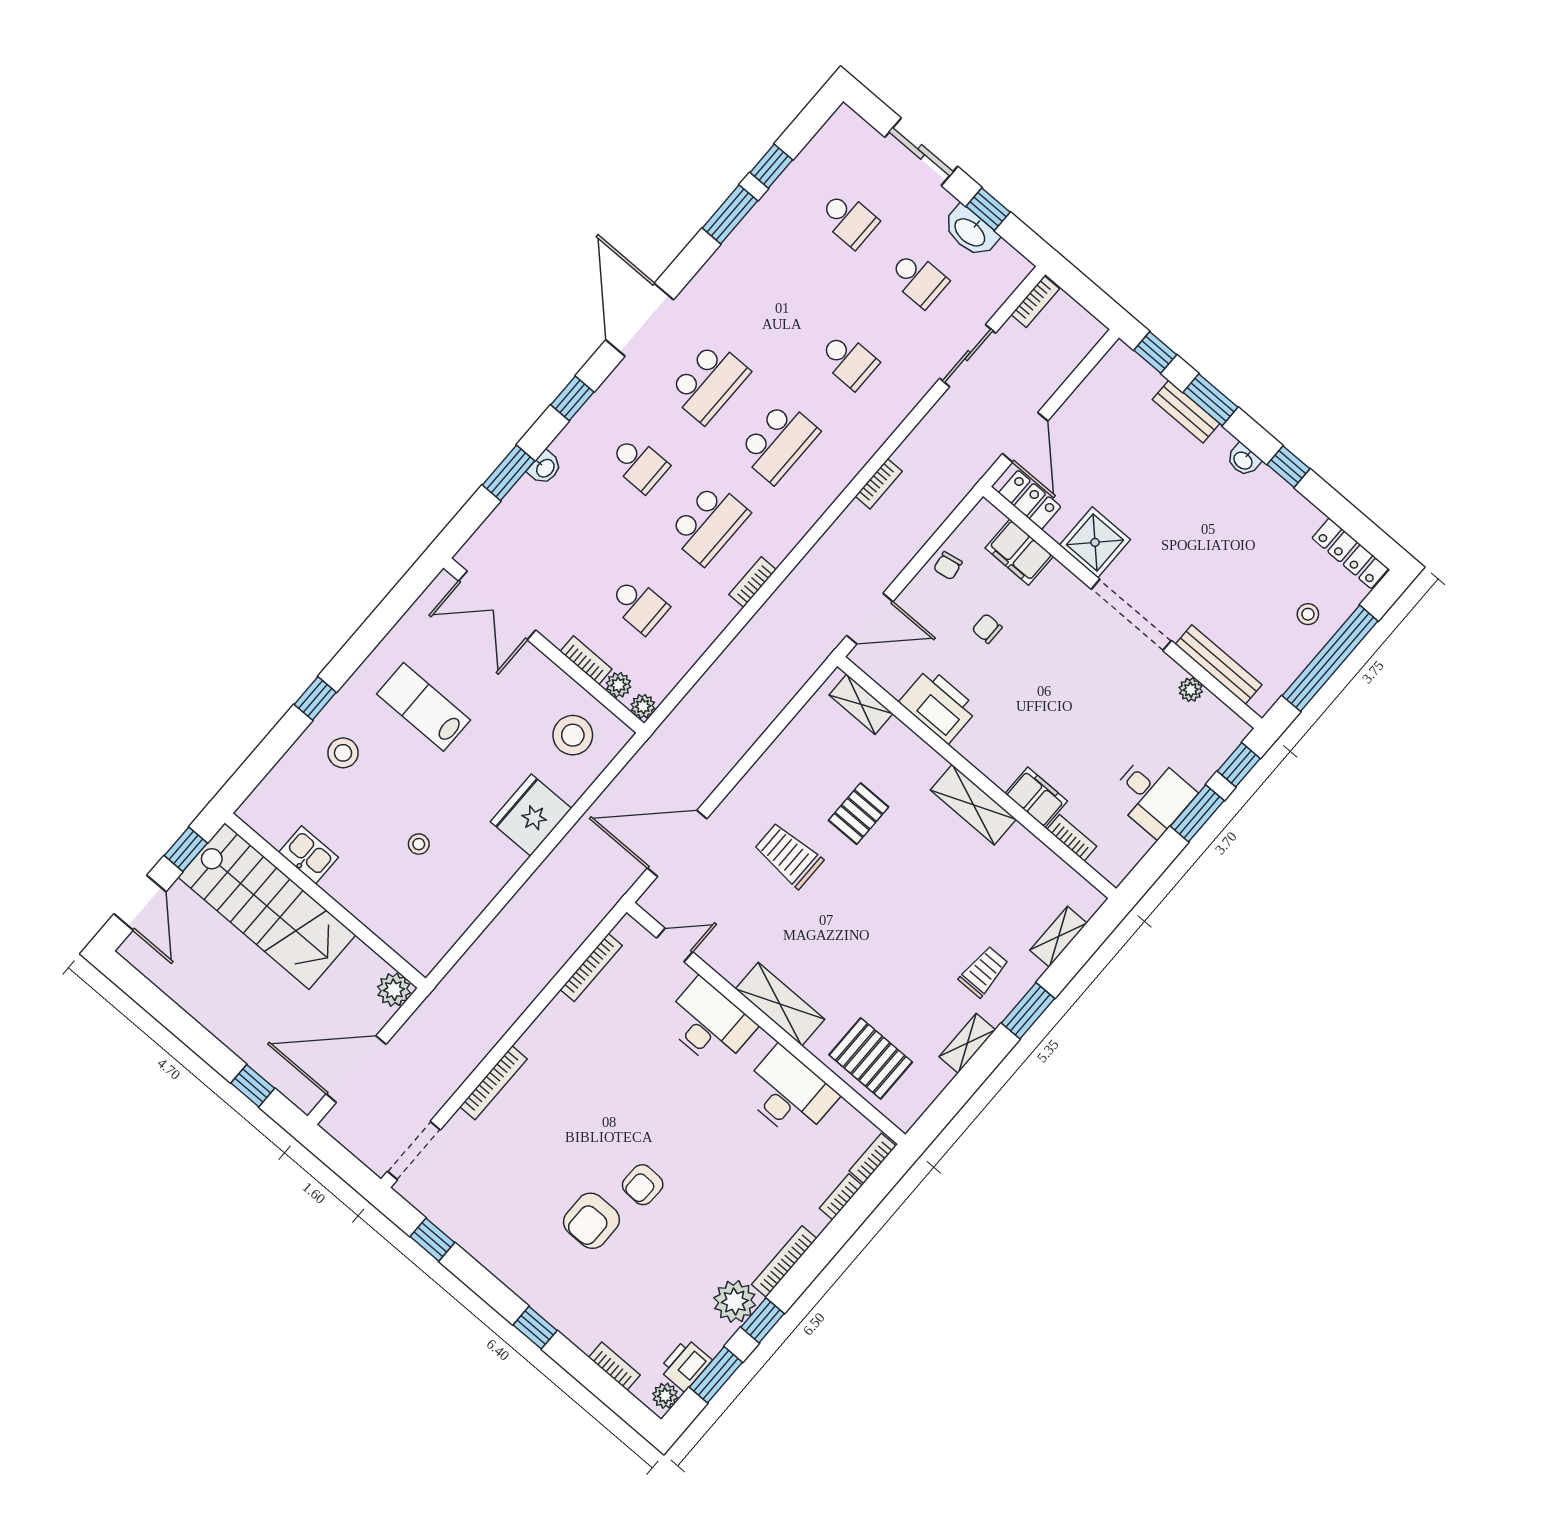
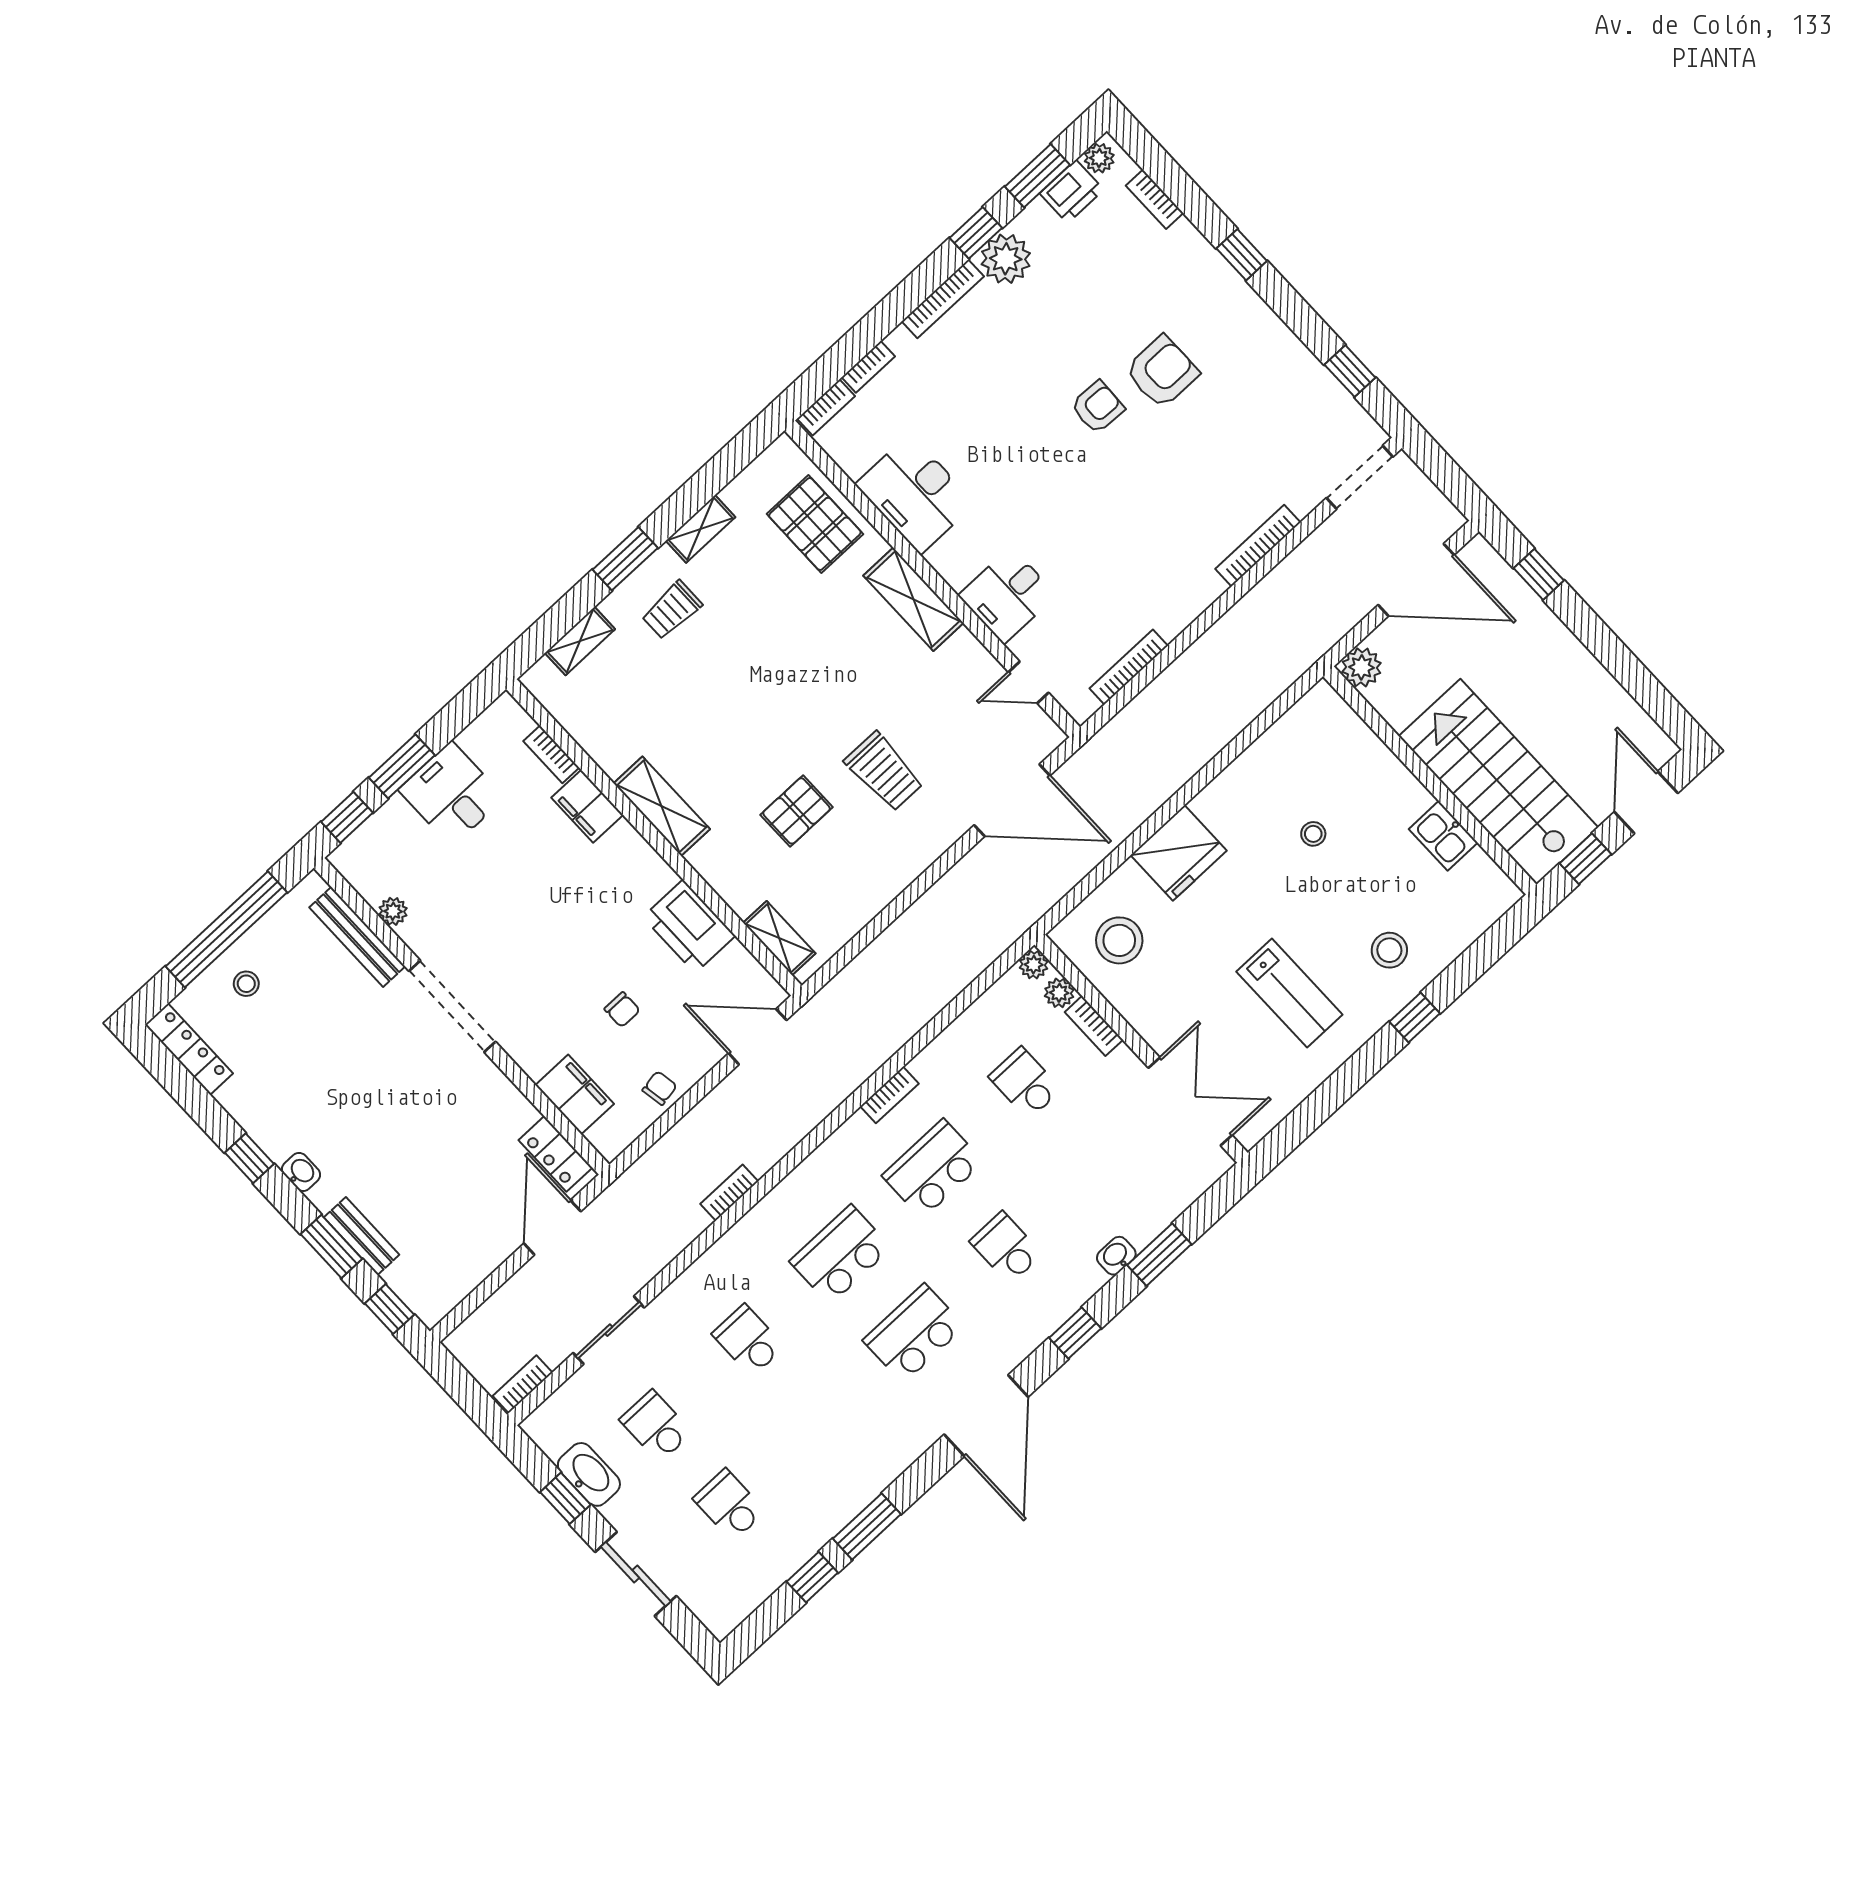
shower: (1095, 542) -> (485, 1096), removed
desk: (709, 1024) -> (1007, 595), width x0.73

